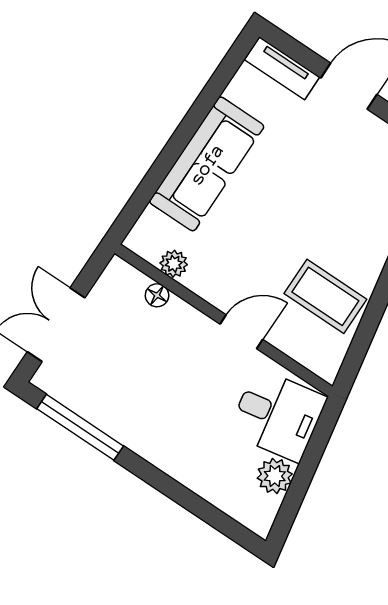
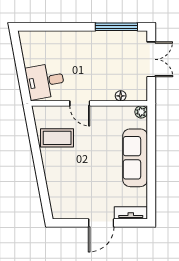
plant: (174, 264) -> (141, 112), moved
door: (241, 332) -> (80, 103), hinge flipped
plant: (275, 476) -> (31, 57), removed

